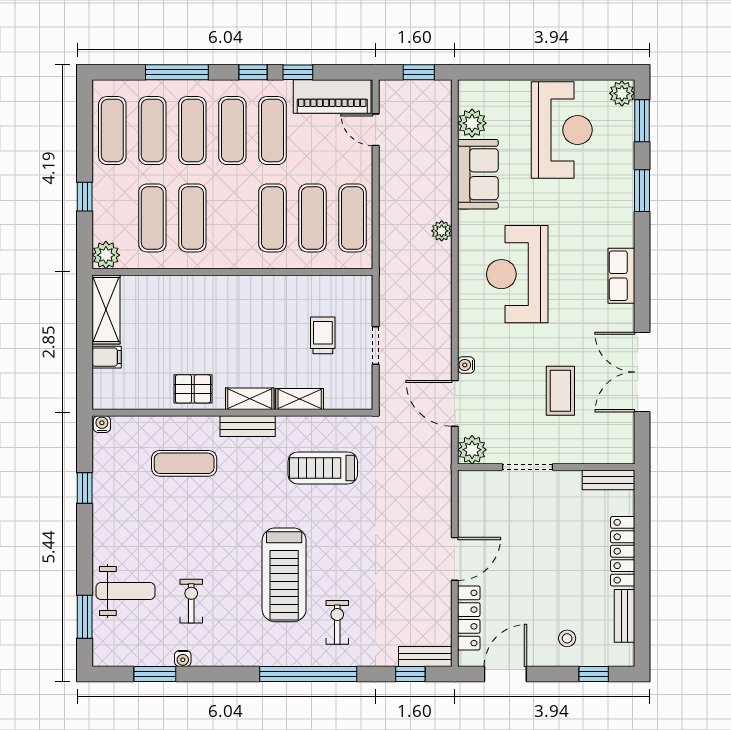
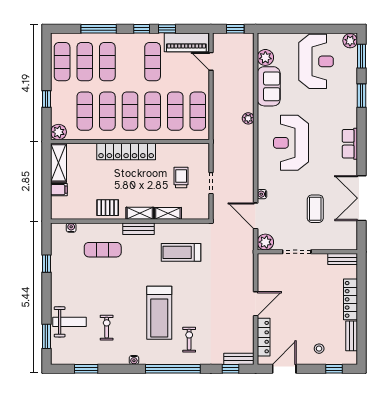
exercise mat: (232, 131) -> (130, 111), moved
locker: (226, 289) -> (126, 151), added
water cooler: (102, 424) -> (71, 228), moved
water cooler: (183, 659) -> (134, 360), moved

